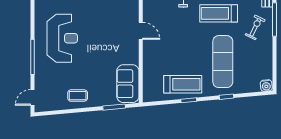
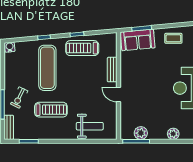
bench: (148, 60) -> (112, 70), added
sofa: (128, 84) -> (138, 40), moved, turned 85

